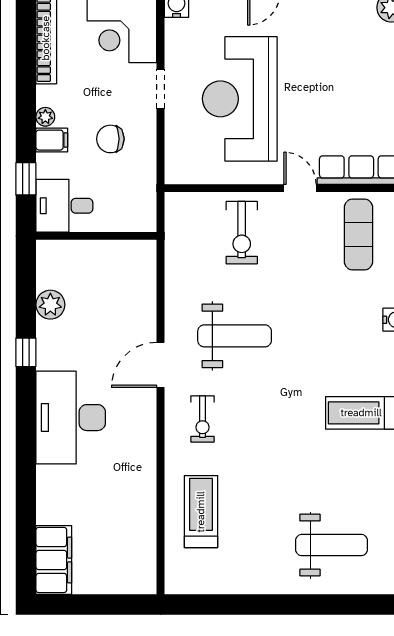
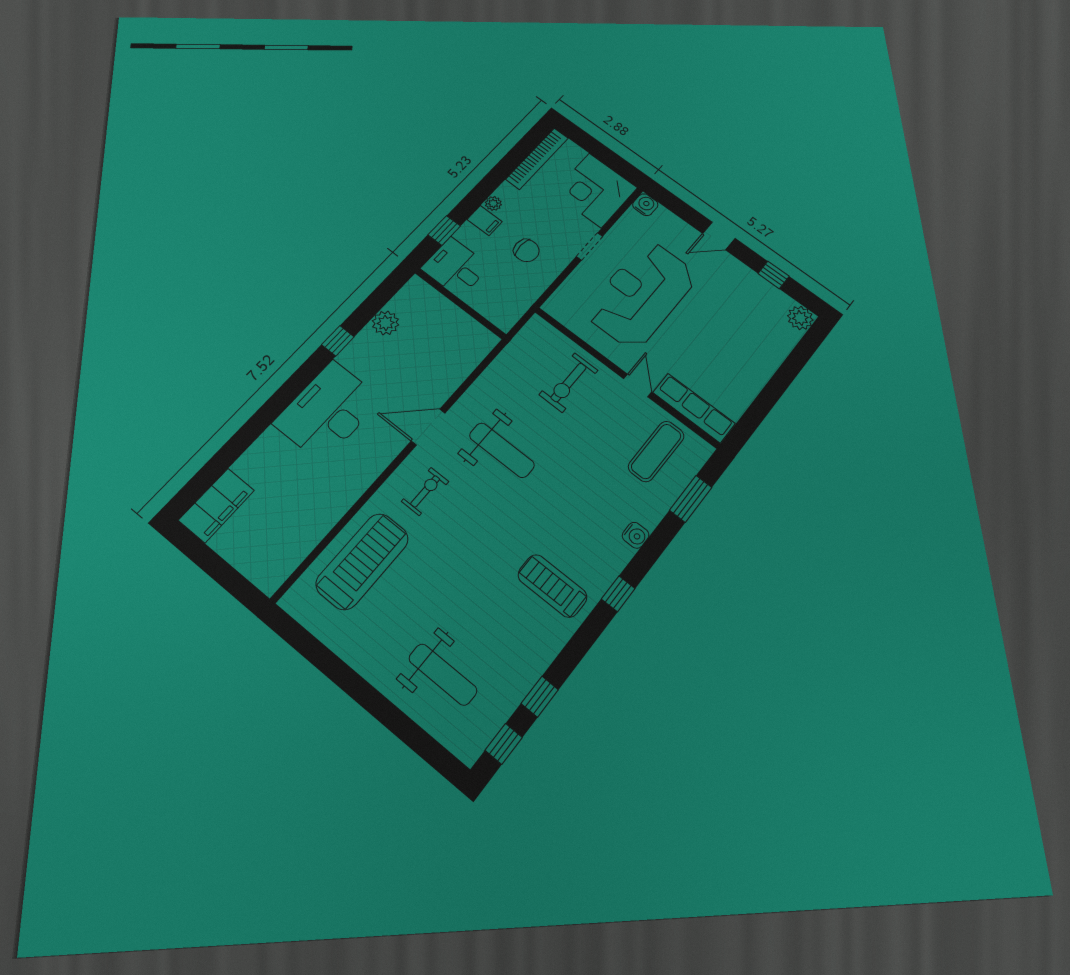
chair: (110, 139) -> (526, 250), turned 180
exercise bike: (202, 419) -> (425, 491), turned 180
treadmill: (201, 512) -> (362, 561), width x1.37, depth x1.38

